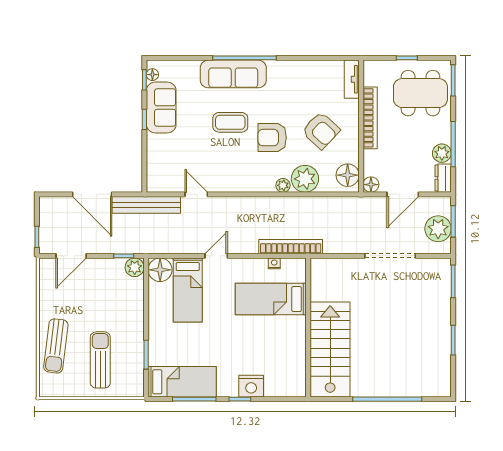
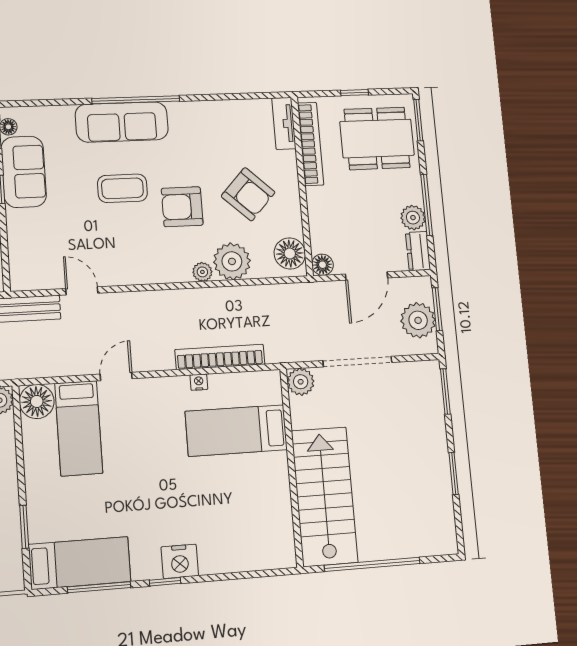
bookcase: (370, 118) -> (311, 144), moved
plant: (347, 268) -> (301, 382), added
bed: (271, 299) -> (236, 431), moved
wall: (308, 327) -> (292, 467), moved
stairs: (330, 349) -> (325, 496), moved

